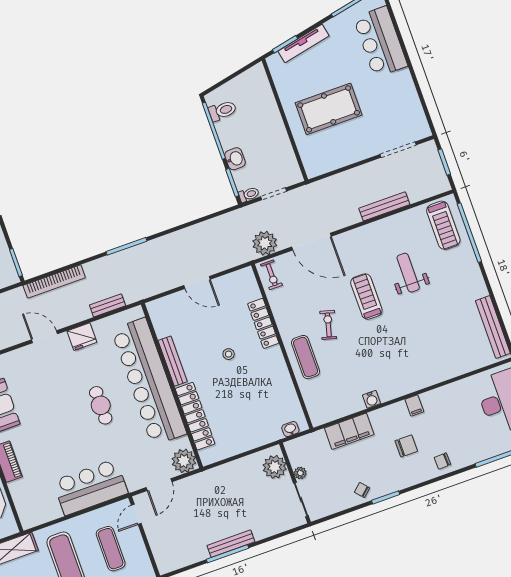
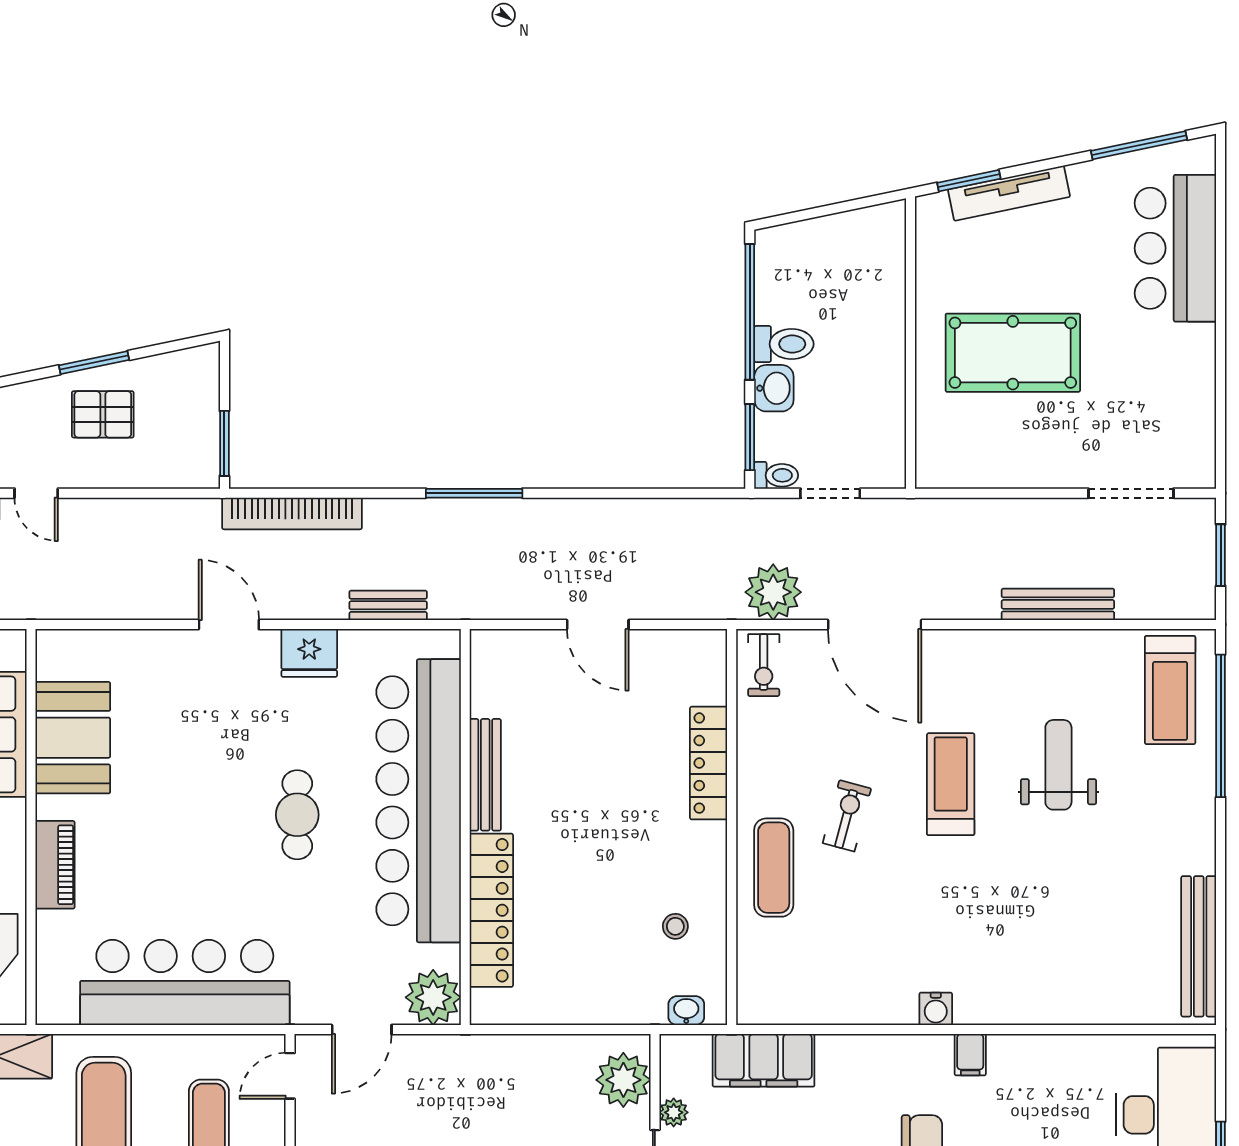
toilet: (223, 111) -> (784, 344), moved
stool: (229, 354) -> (675, 926), moved
water cooler: (372, 399) -> (936, 1009), moved
filing cabinet: (349, 431) -> (764, 1060), moved
bar counter: (90, 487) -> (185, 982), width x1.36

